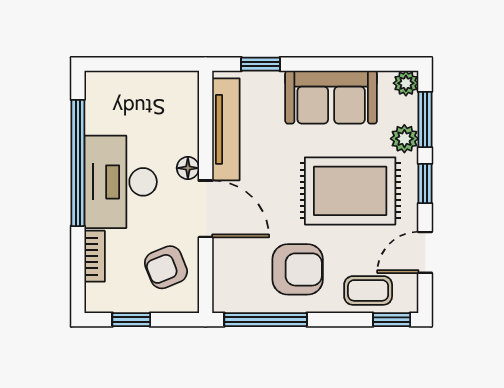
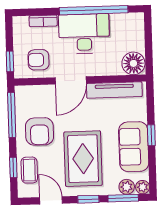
window: (261, 64) -> (151, 135), moved
plant: (404, 139) -> (127, 187), moved
floor lamp: (188, 168) -> (133, 63), moved, width x1.89, depth x1.89
armchair: (166, 267) -> (38, 60), turned -68
window: (131, 320) -> (10, 61), moved
window: (392, 320) -> (13, 167), moved

